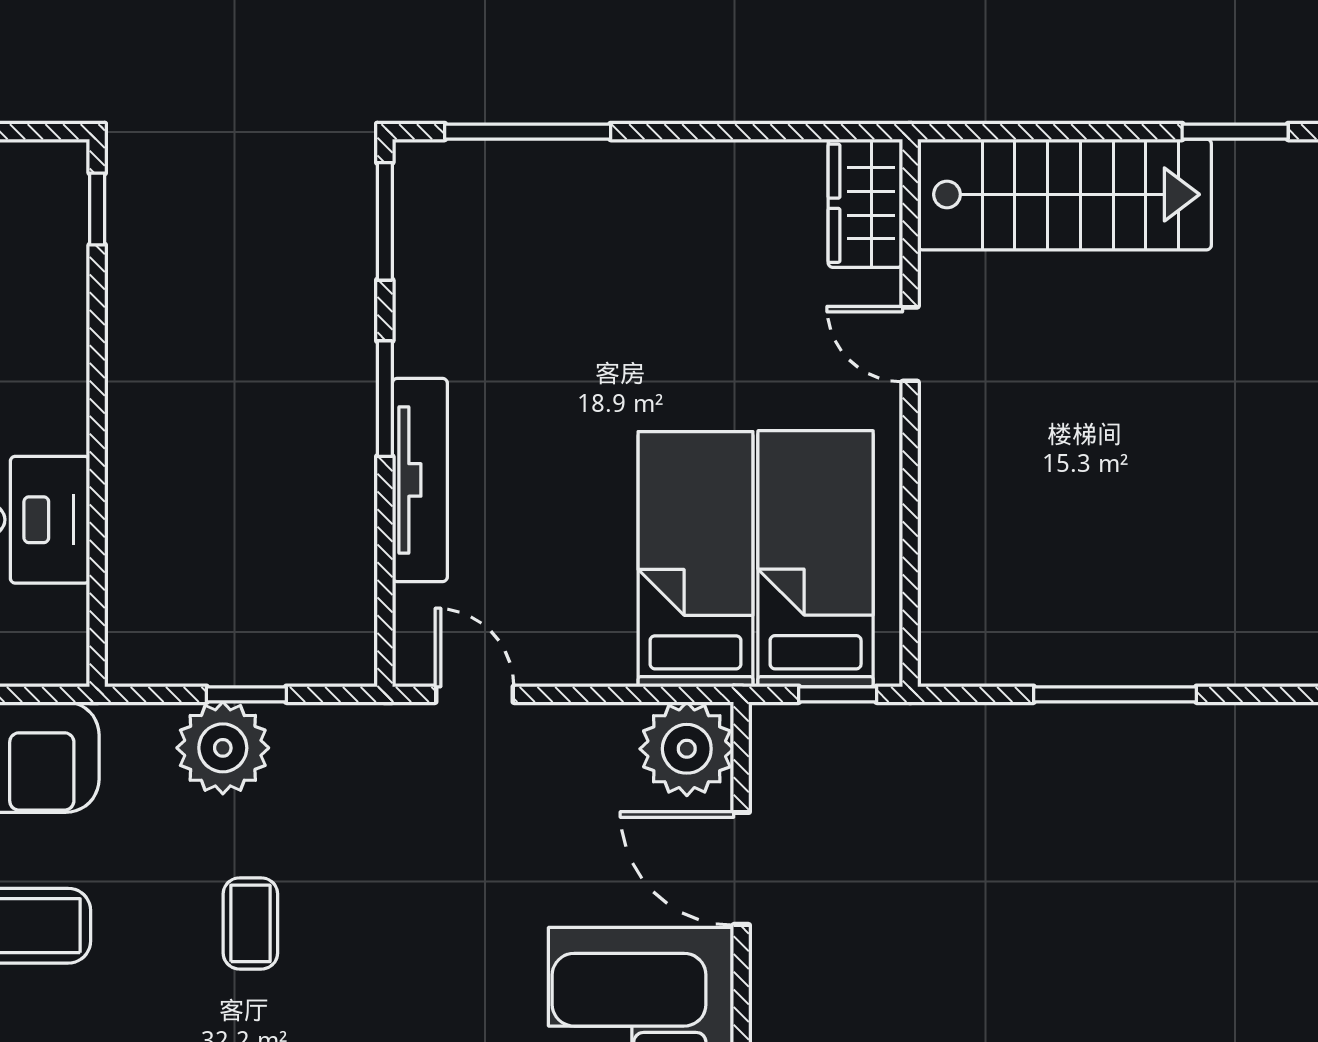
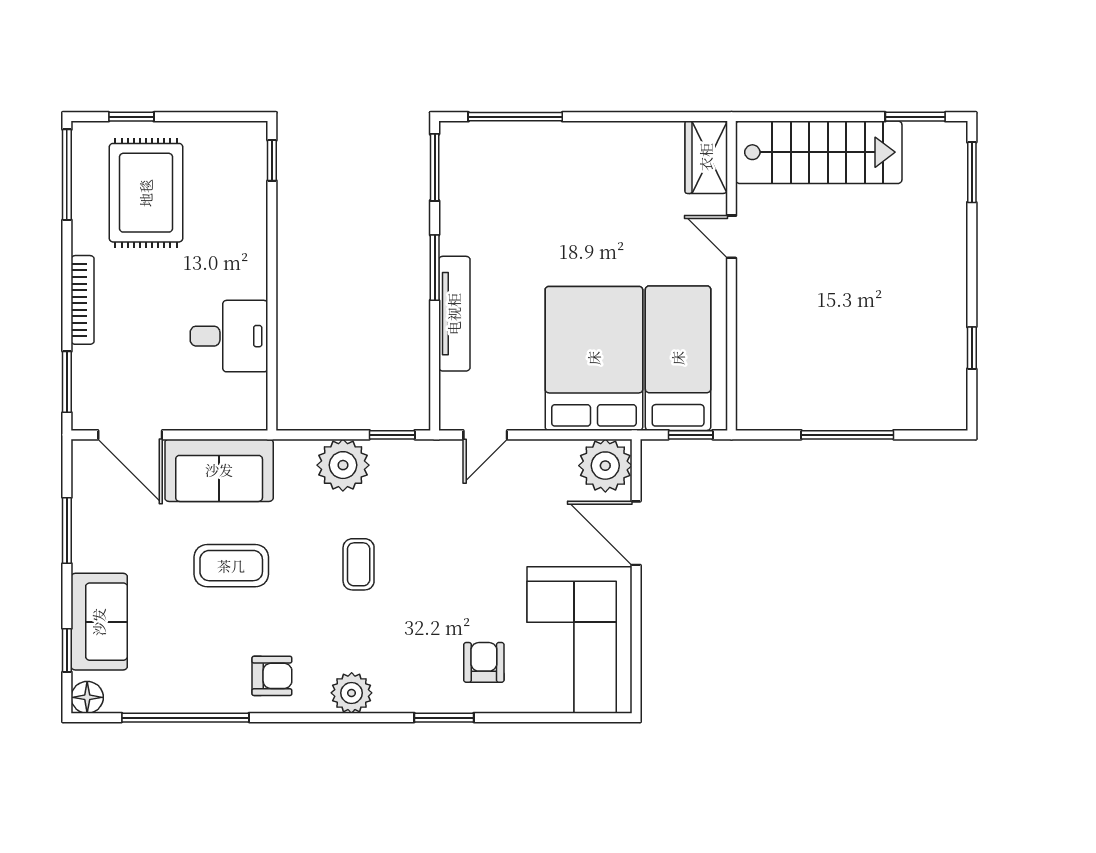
bed: (696, 559) -> (594, 358), width x1.50
window: (246, 694) -> (392, 435), moved
door: (474, 694) -> (485, 435), swing flipped

